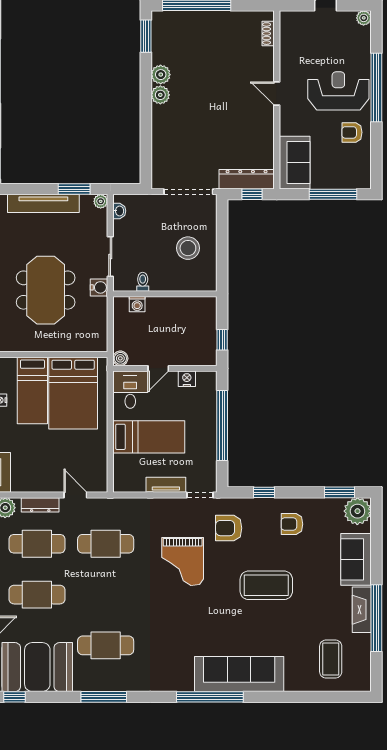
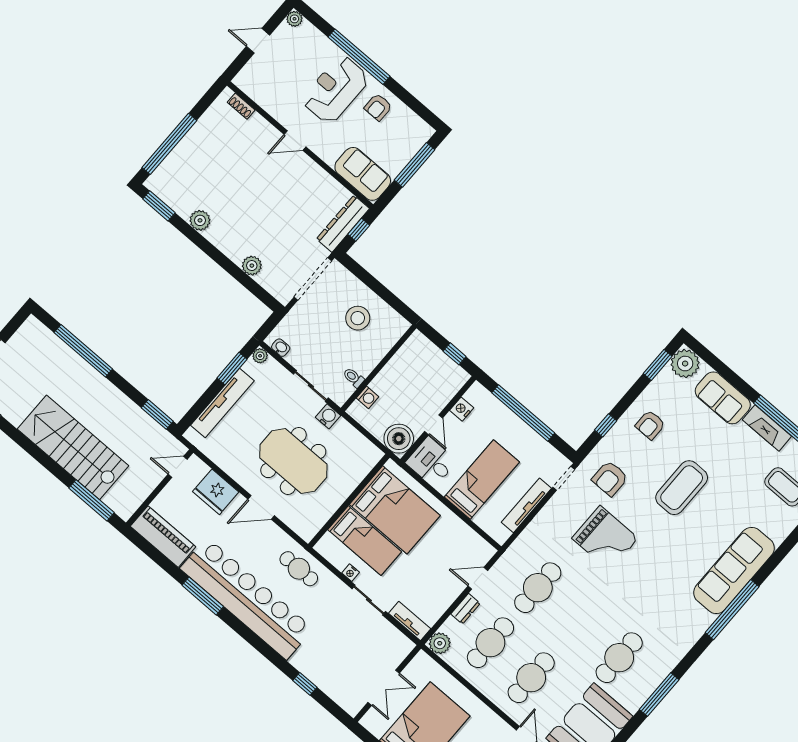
plant: (160, 95) -> (252, 266), moved
boiler: (120, 358) -> (399, 439), width x1.86, depth x1.86
tv unit: (166, 485) -> (526, 505), width x1.41
dresser: (40, 505) -> (465, 609), width x0.70

